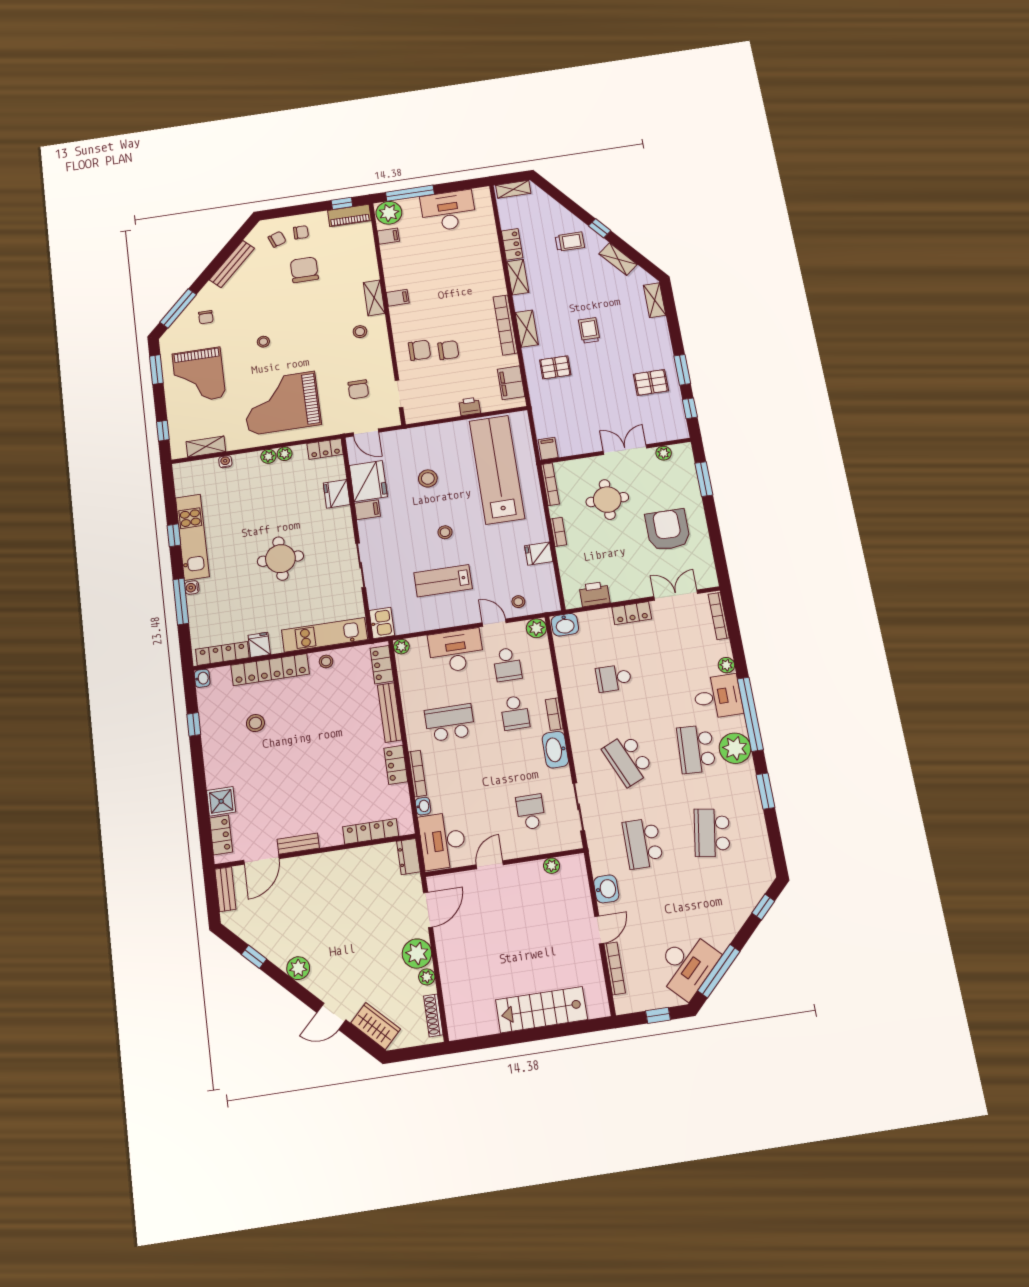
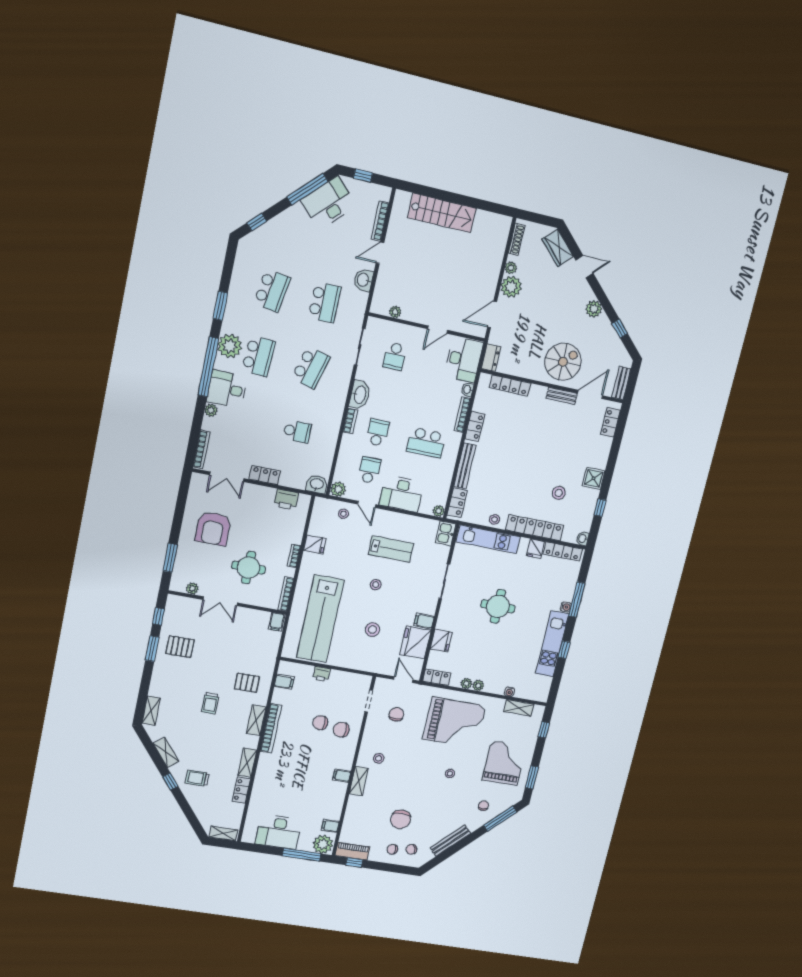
filing cabinet: (511, 383) -> (284, 682), width x0.50
school desk: (628, 760) -> (311, 367), turned 39
shower: (221, 801) -> (594, 478), moved
spiral stairs: (313, 887) -> (563, 362), added

